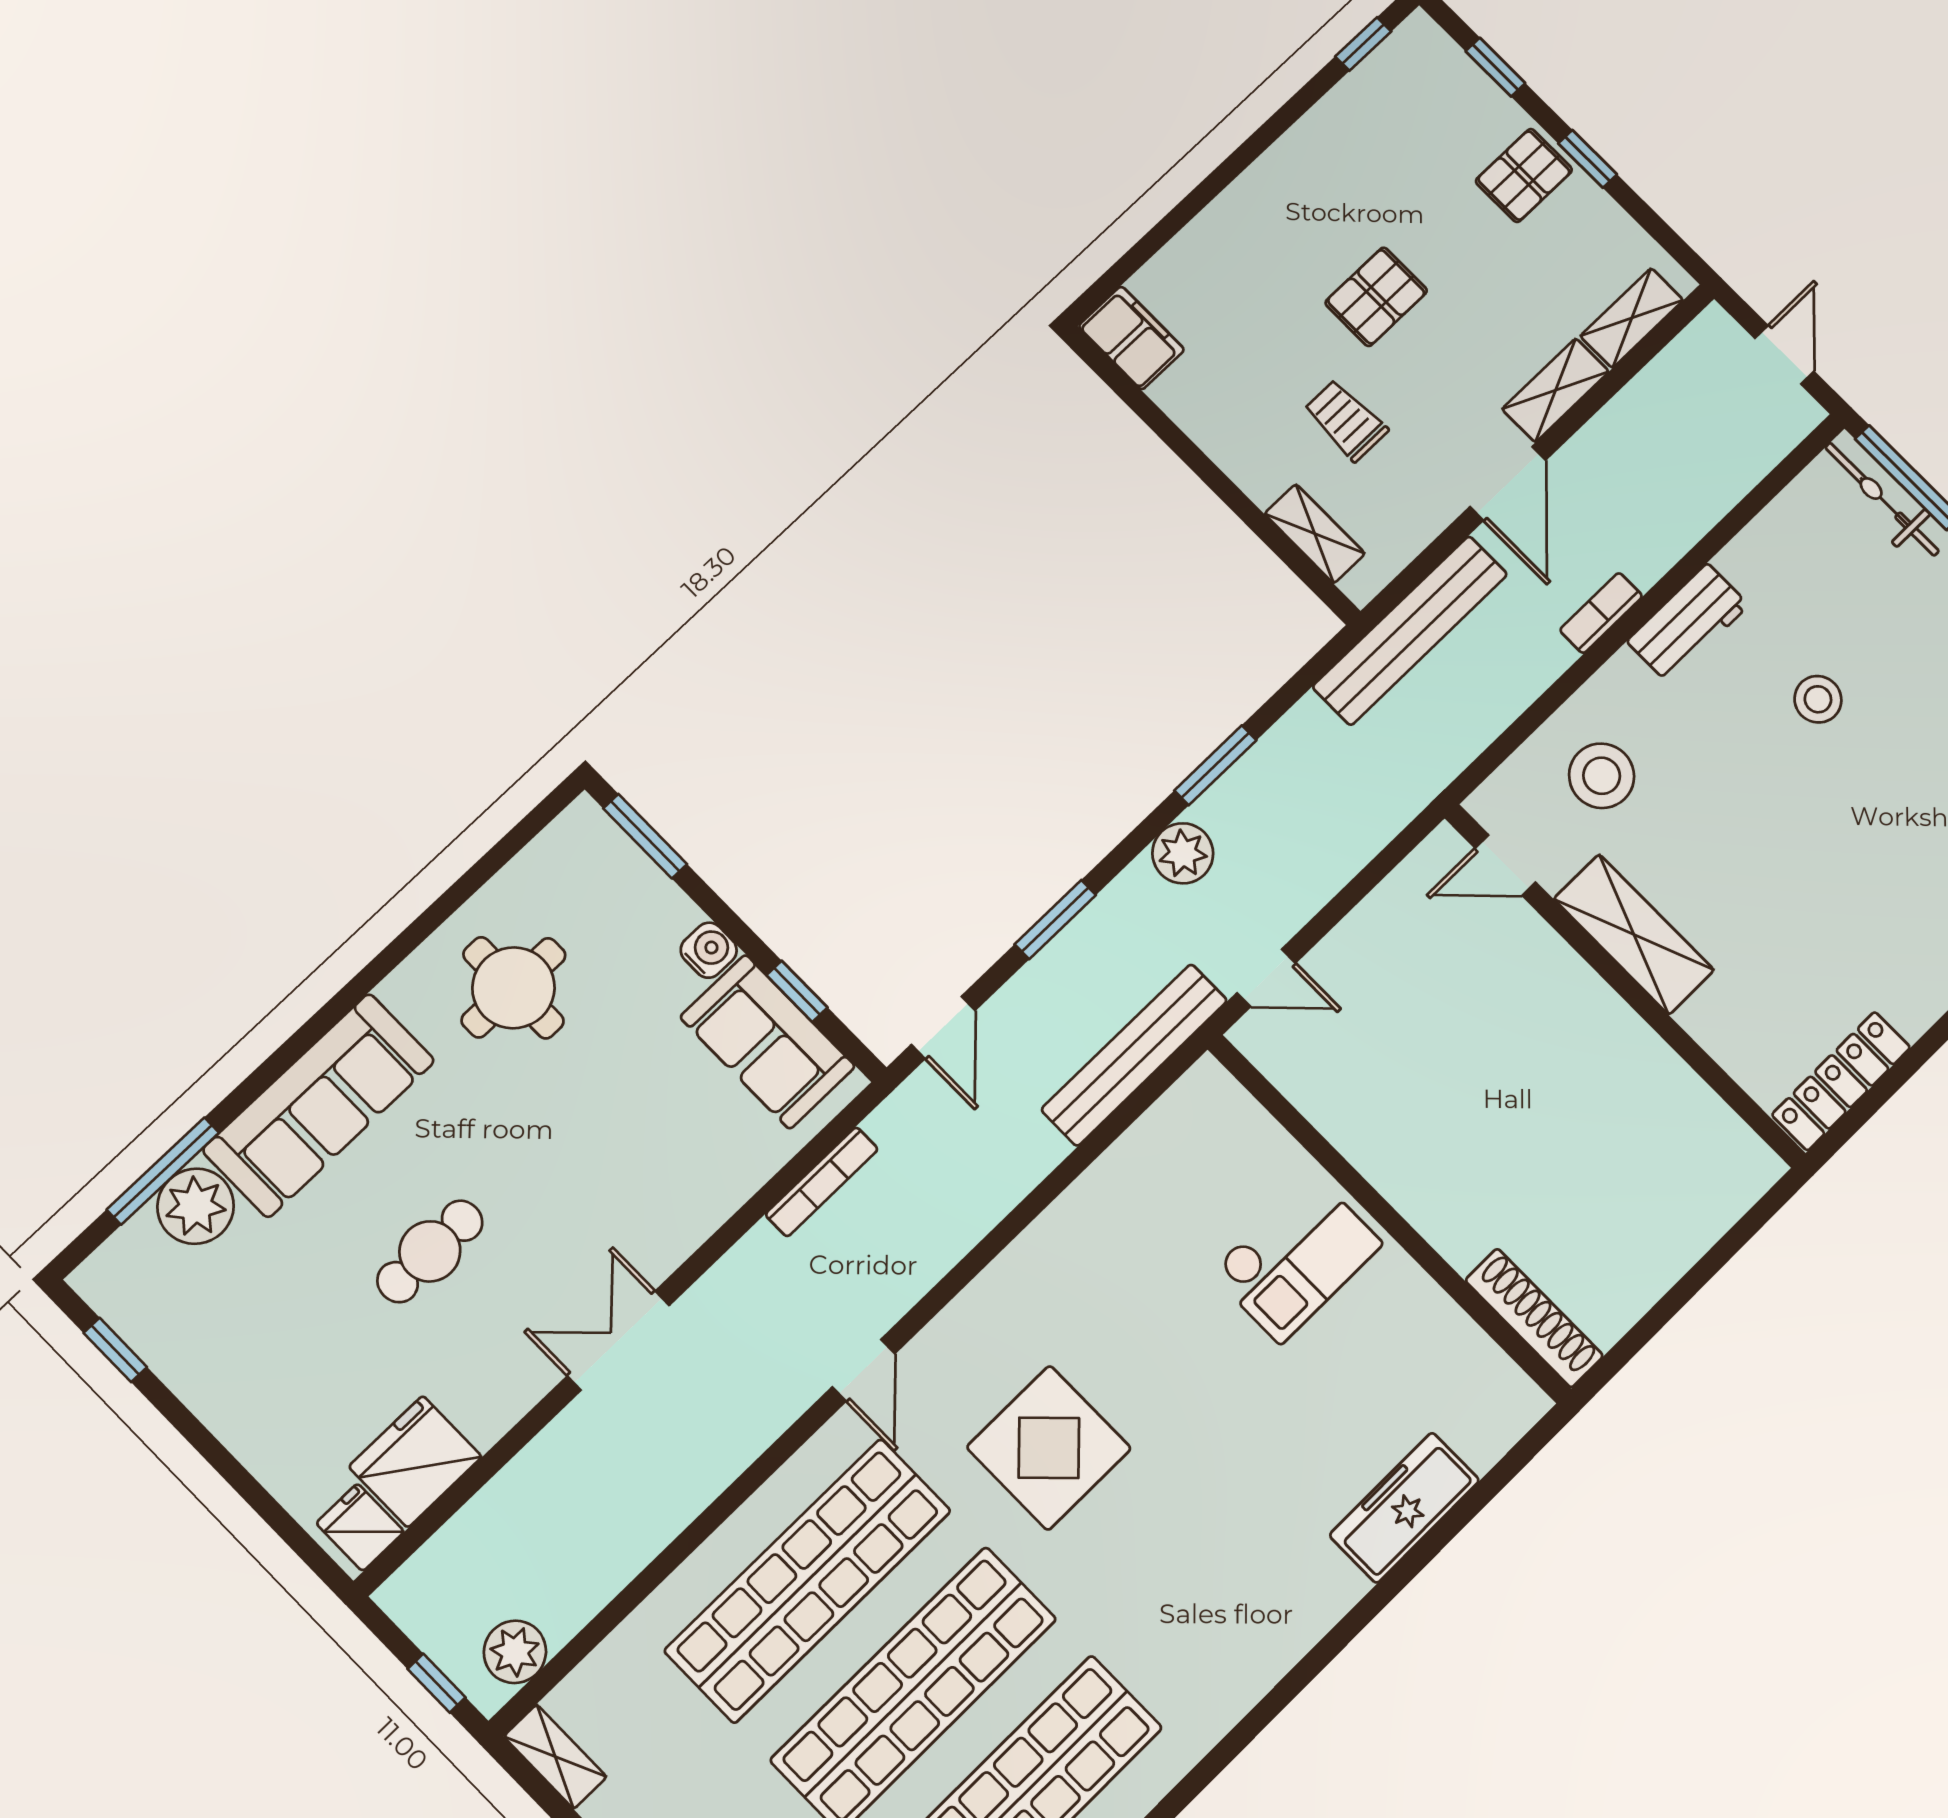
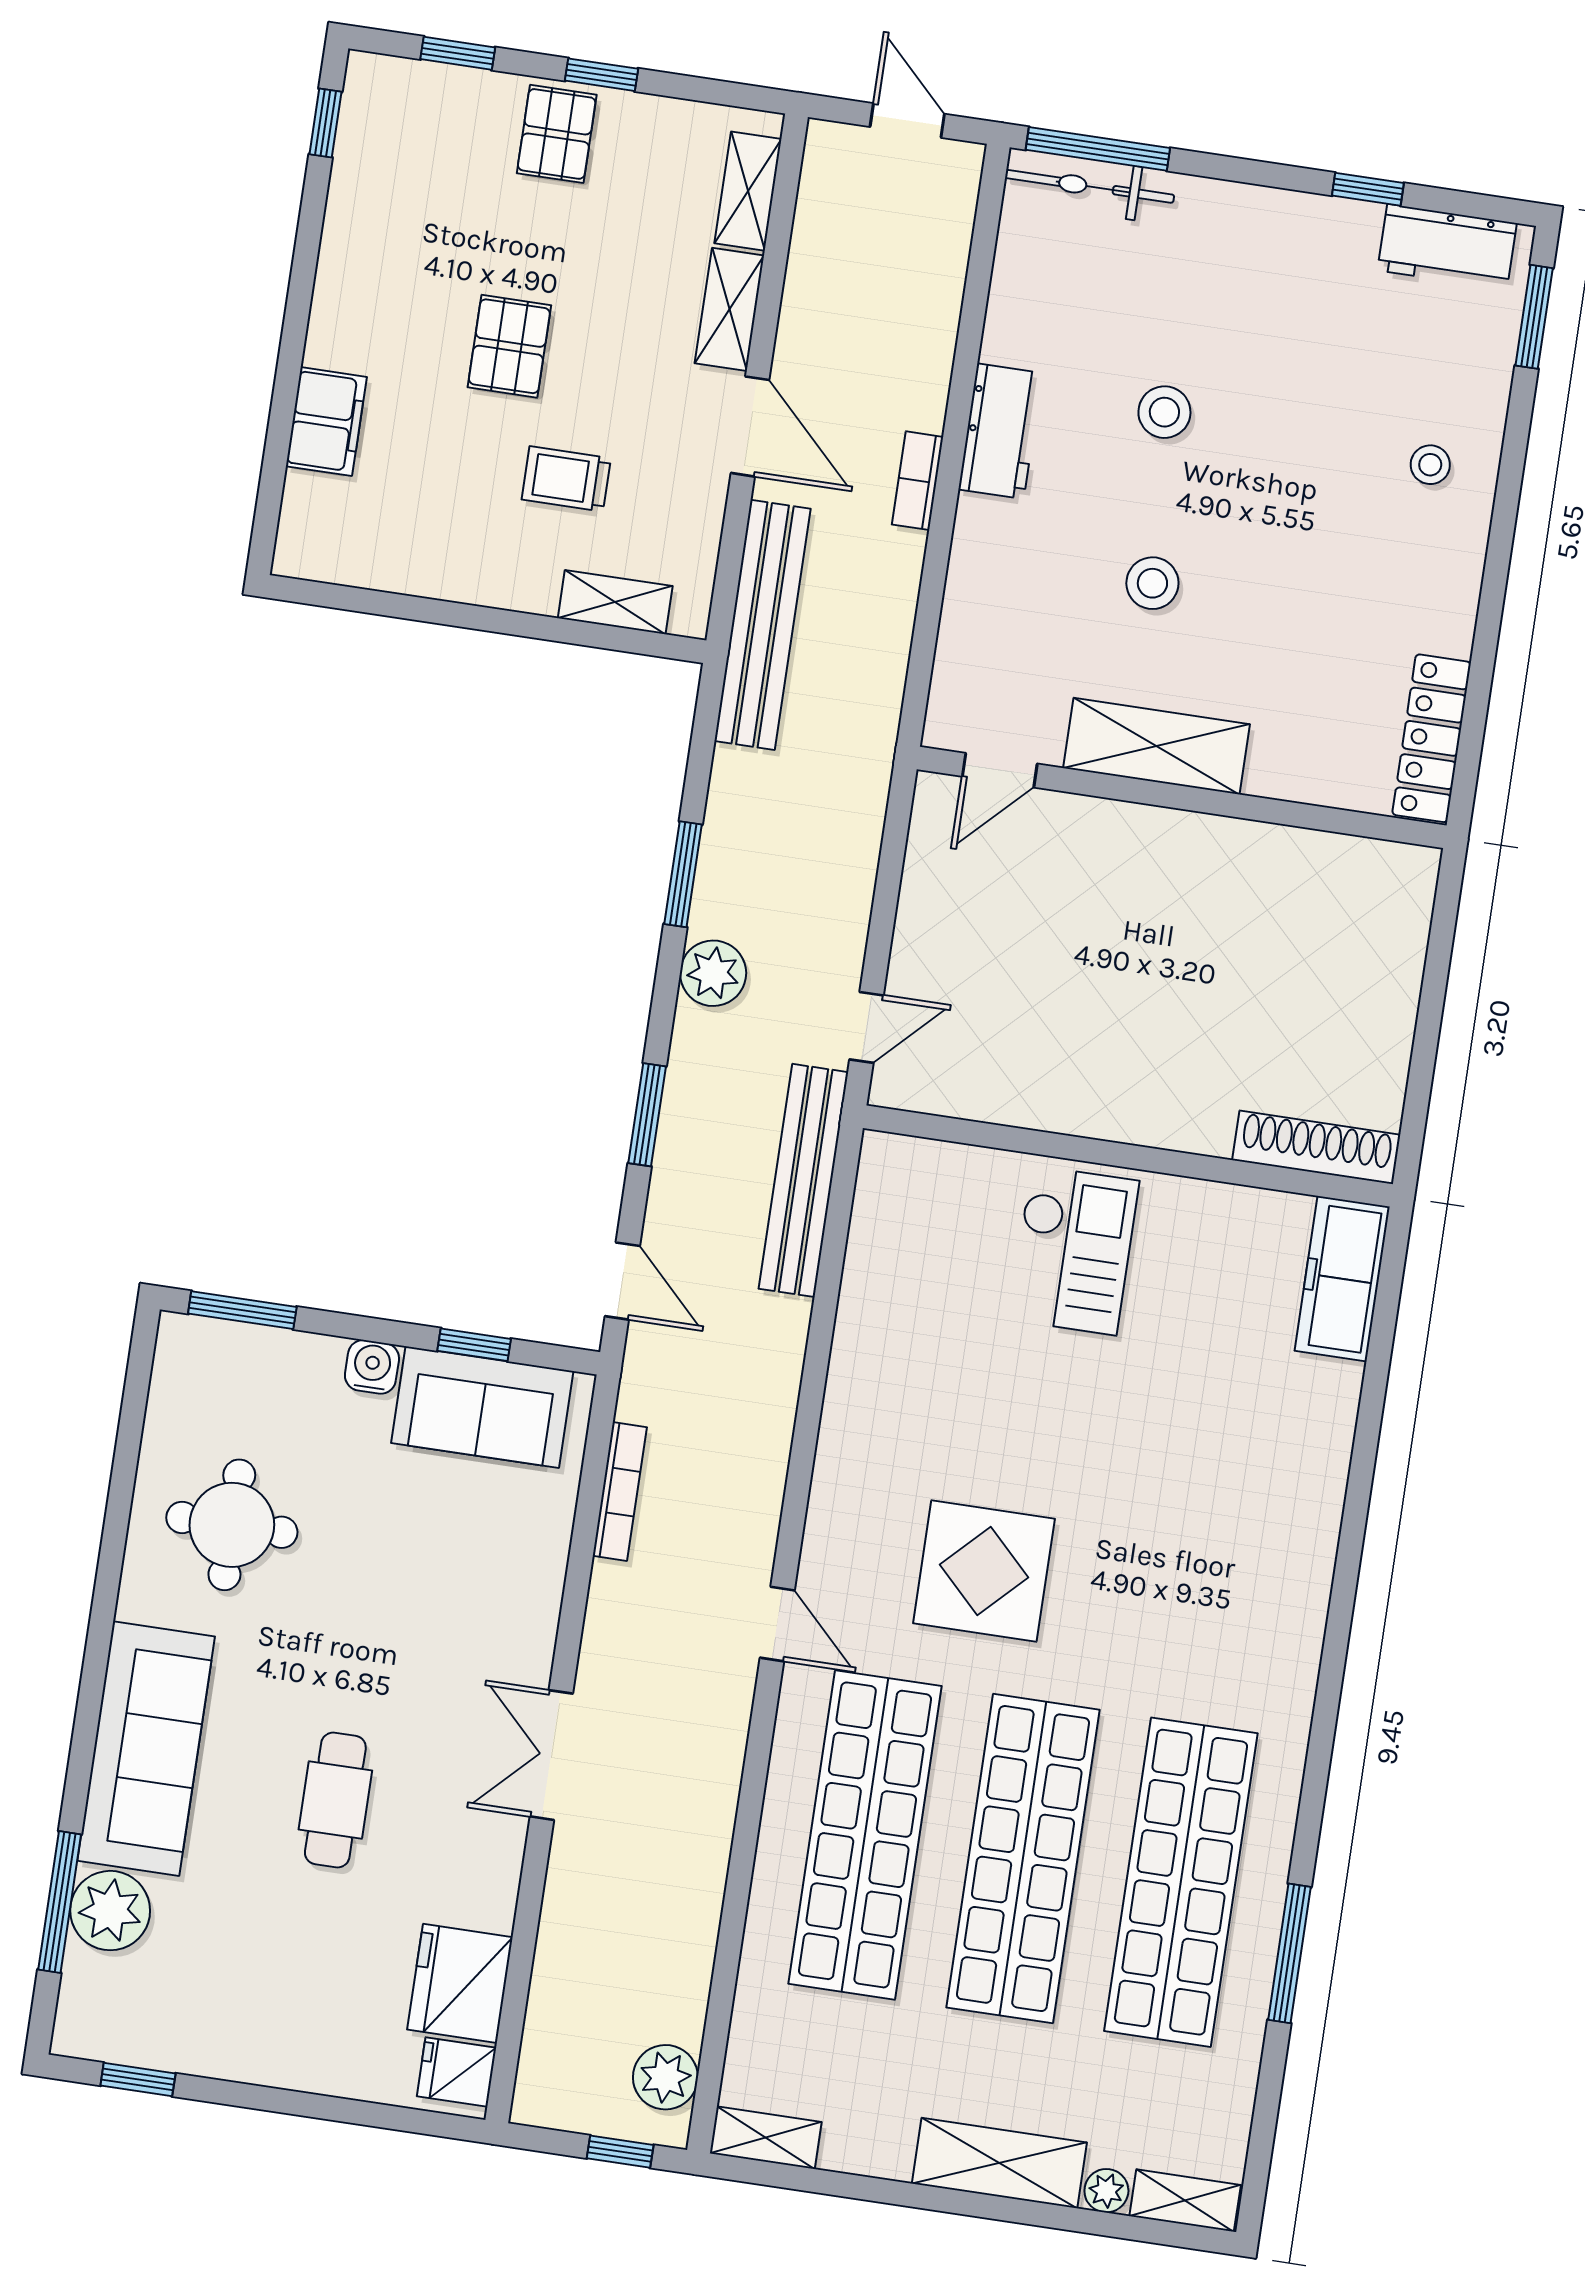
filing cabinet: (1131, 338) -> (326, 422), moved, turned 90
stool: (1602, 776) -> (1152, 583), moved, width x0.73, depth x0.73
freezer: (1404, 1508) -> (1342, 1279), moved

